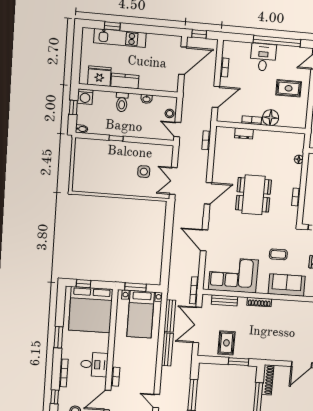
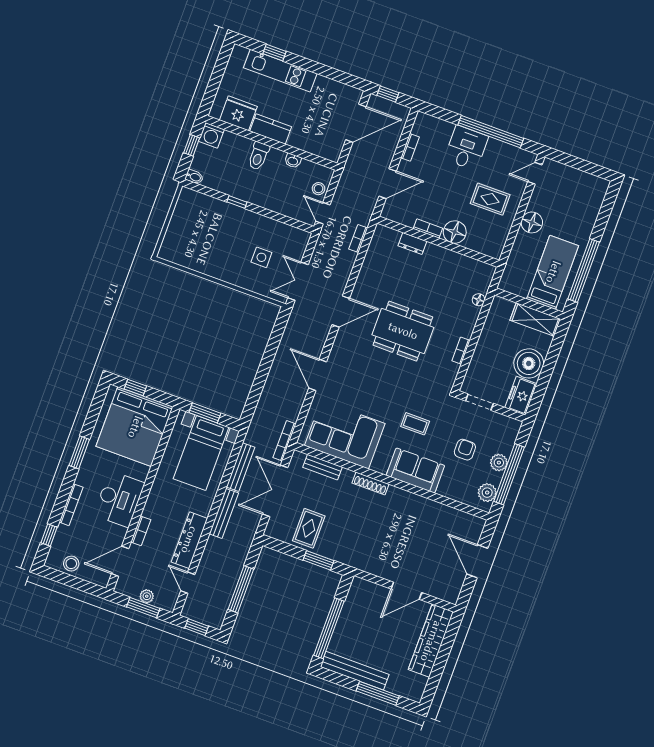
dining table: (253, 195) -> (403, 331), turned 90
desk: (94, 364) -> (119, 499), width x1.37
dresser: (149, 373) -> (189, 540), added
shoe rack: (268, 380) -> (353, 599), removed

